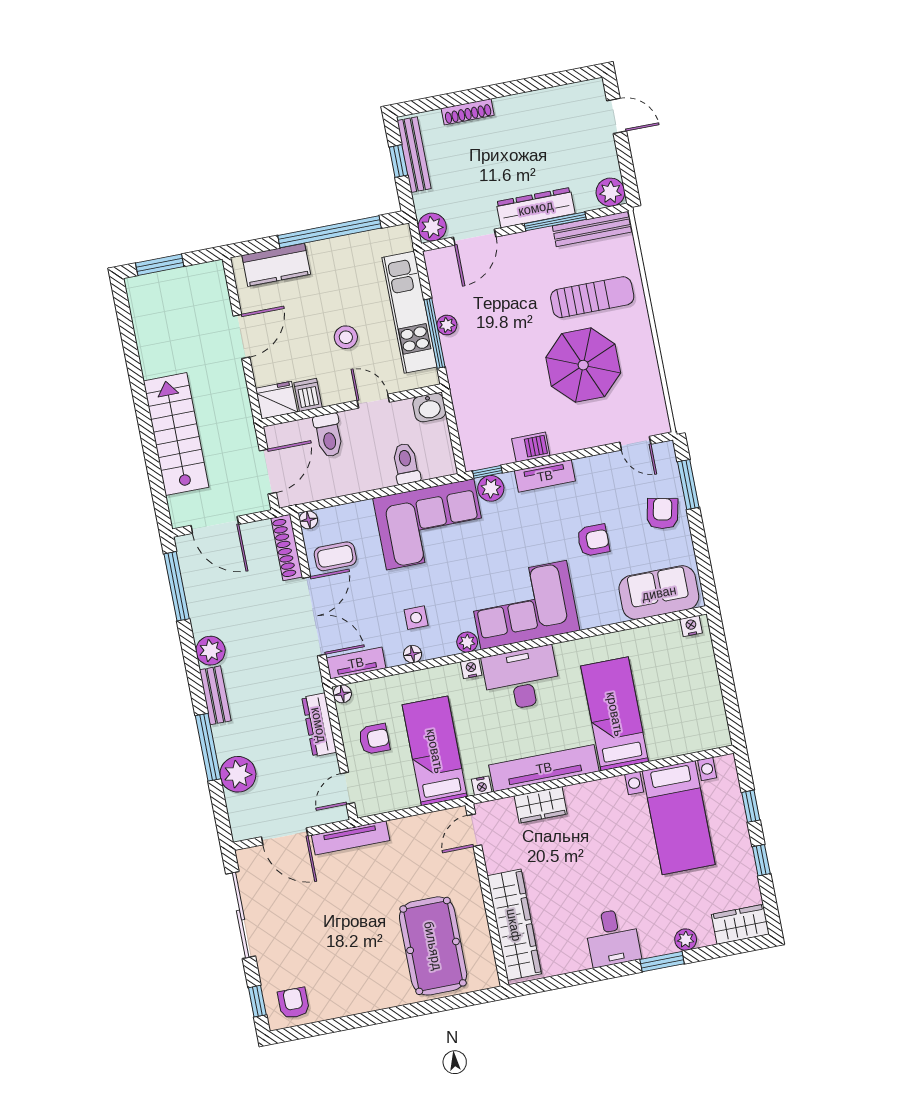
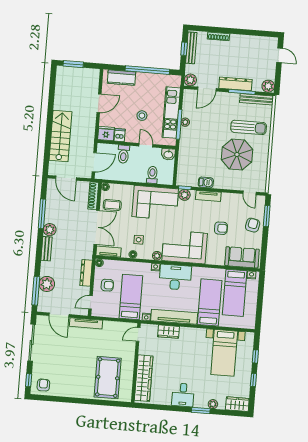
window: (177, 586) -> (42, 214), moved
bed: (665, 677) -> (235, 293), added
window: (208, 747) -> (36, 291), moved

